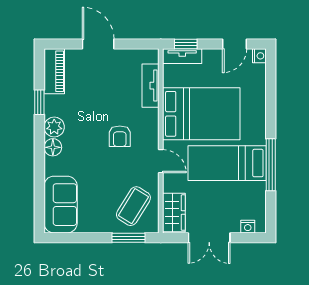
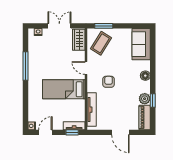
tv unit: (151, 86) -> (92, 110), width x1.41
bed: (201, 114) -> (64, 89), width x0.67
plant: (54, 127) -> (145, 99), moved
bed: (227, 163) -> (49, 67), removed

